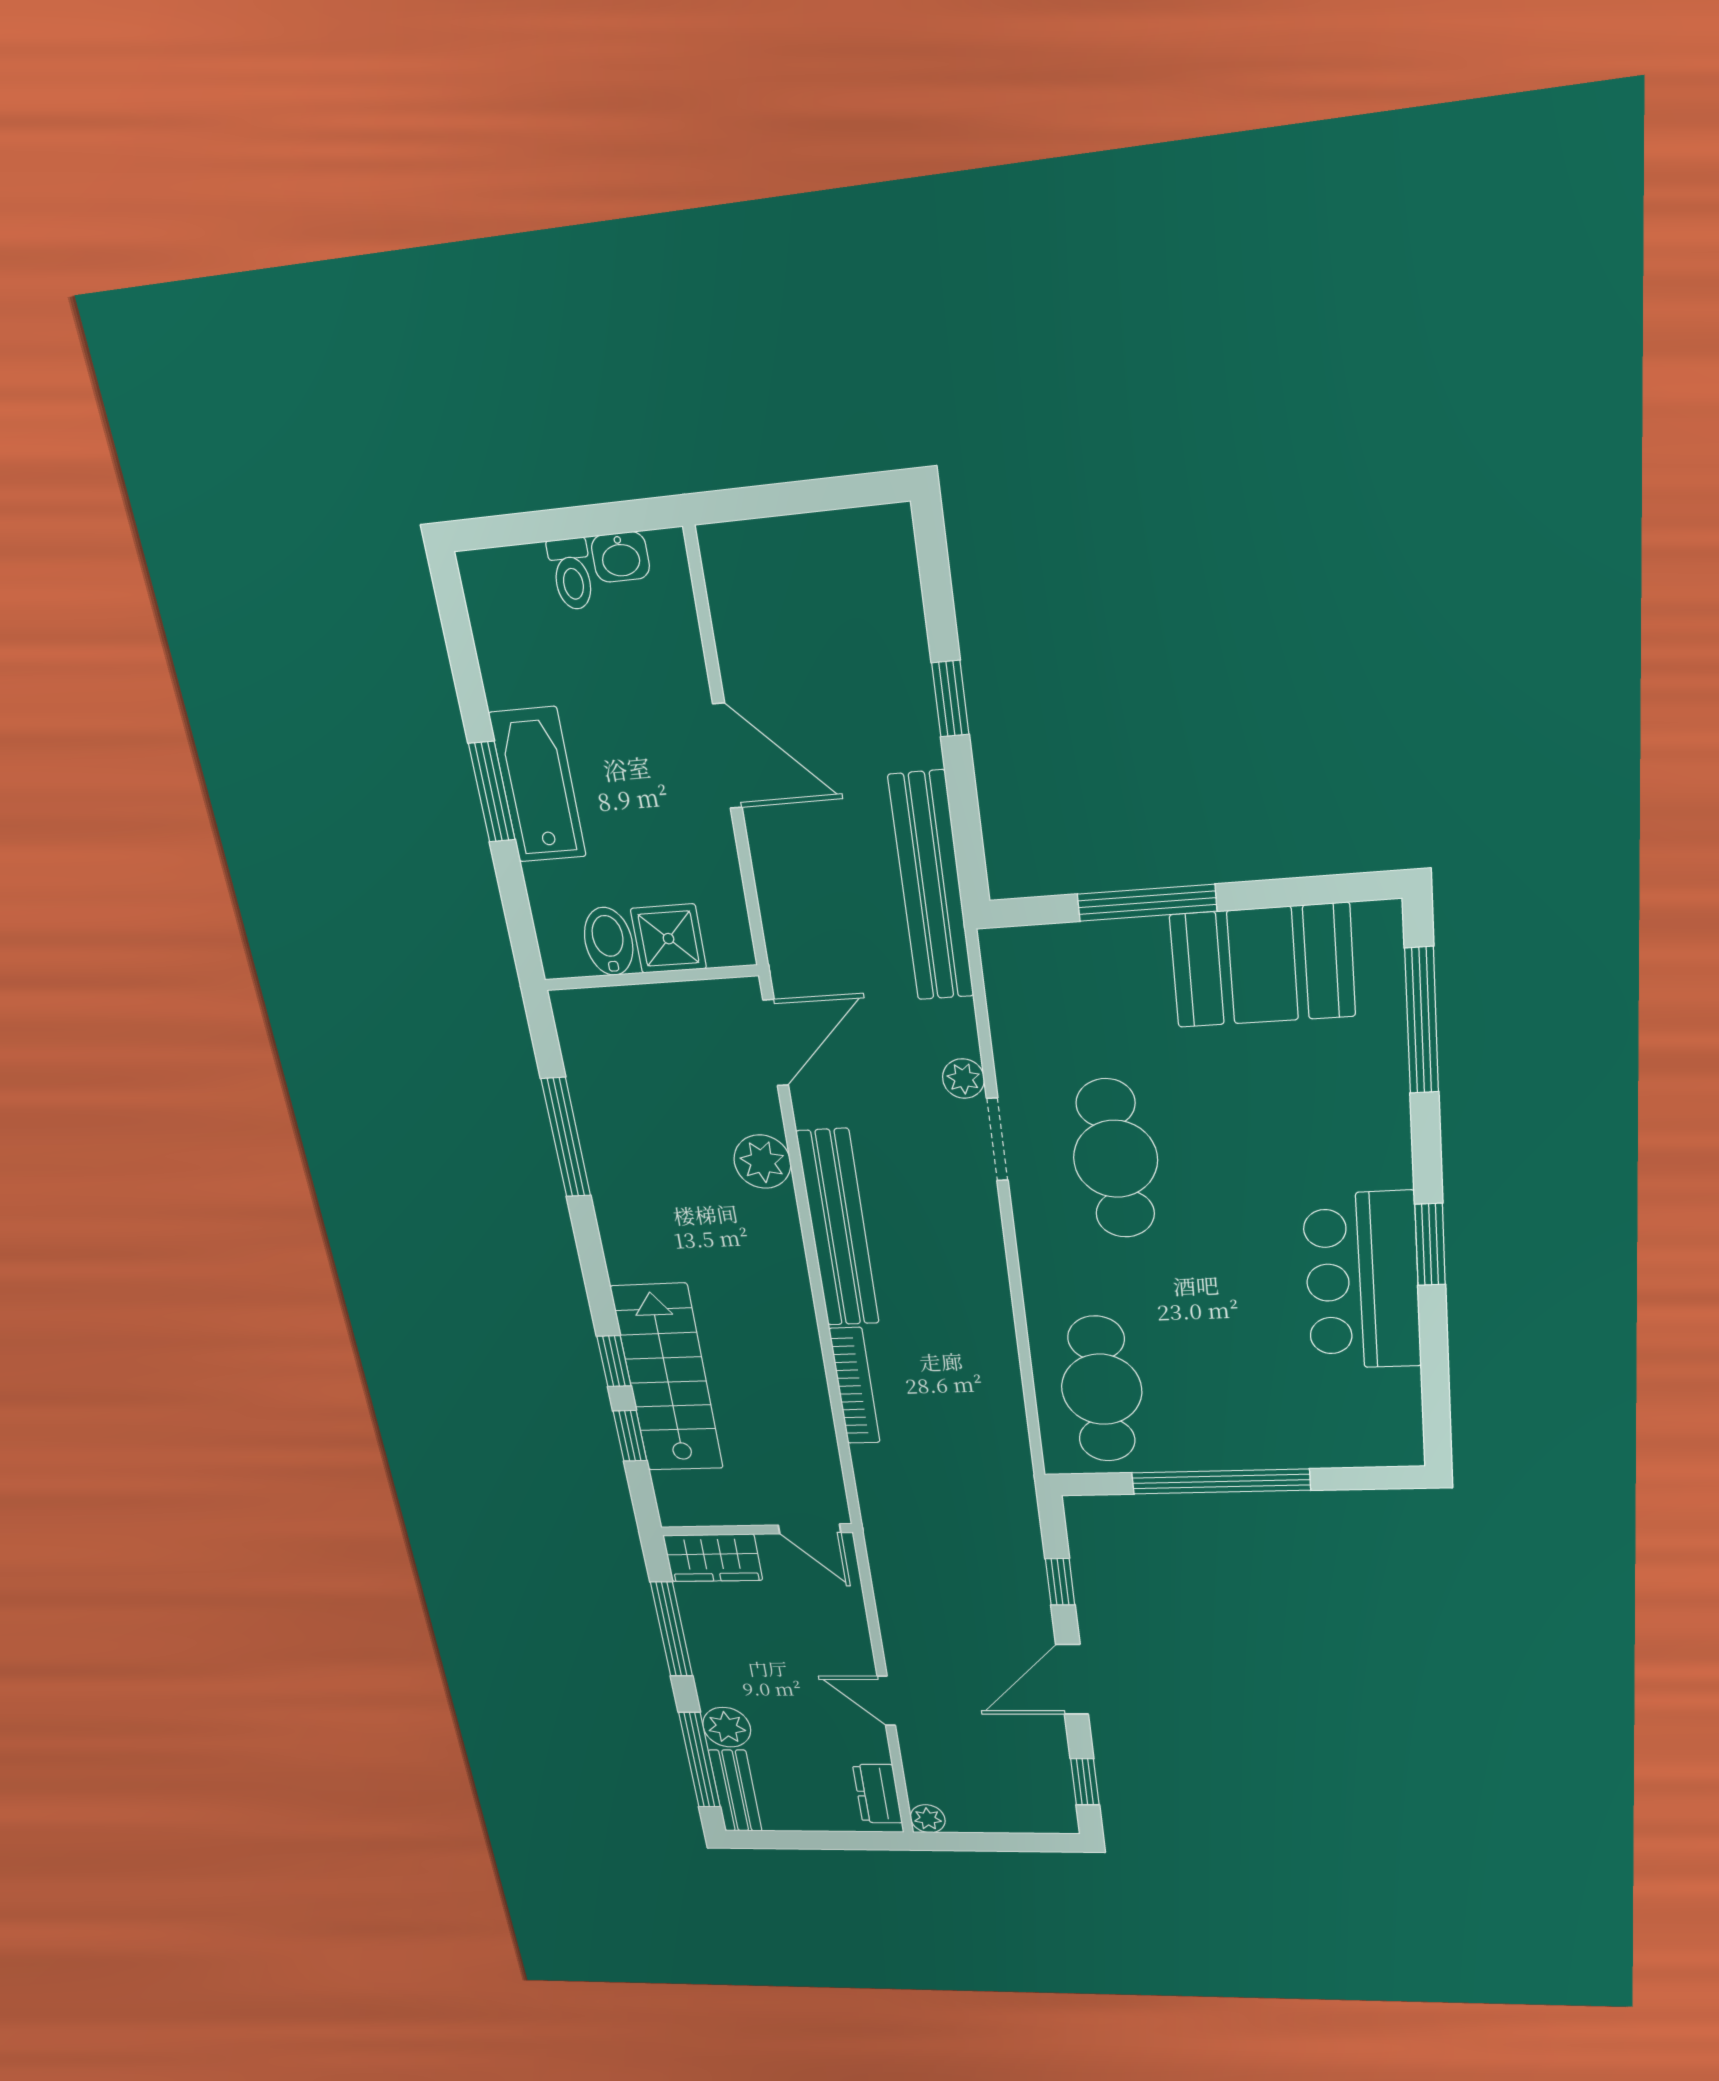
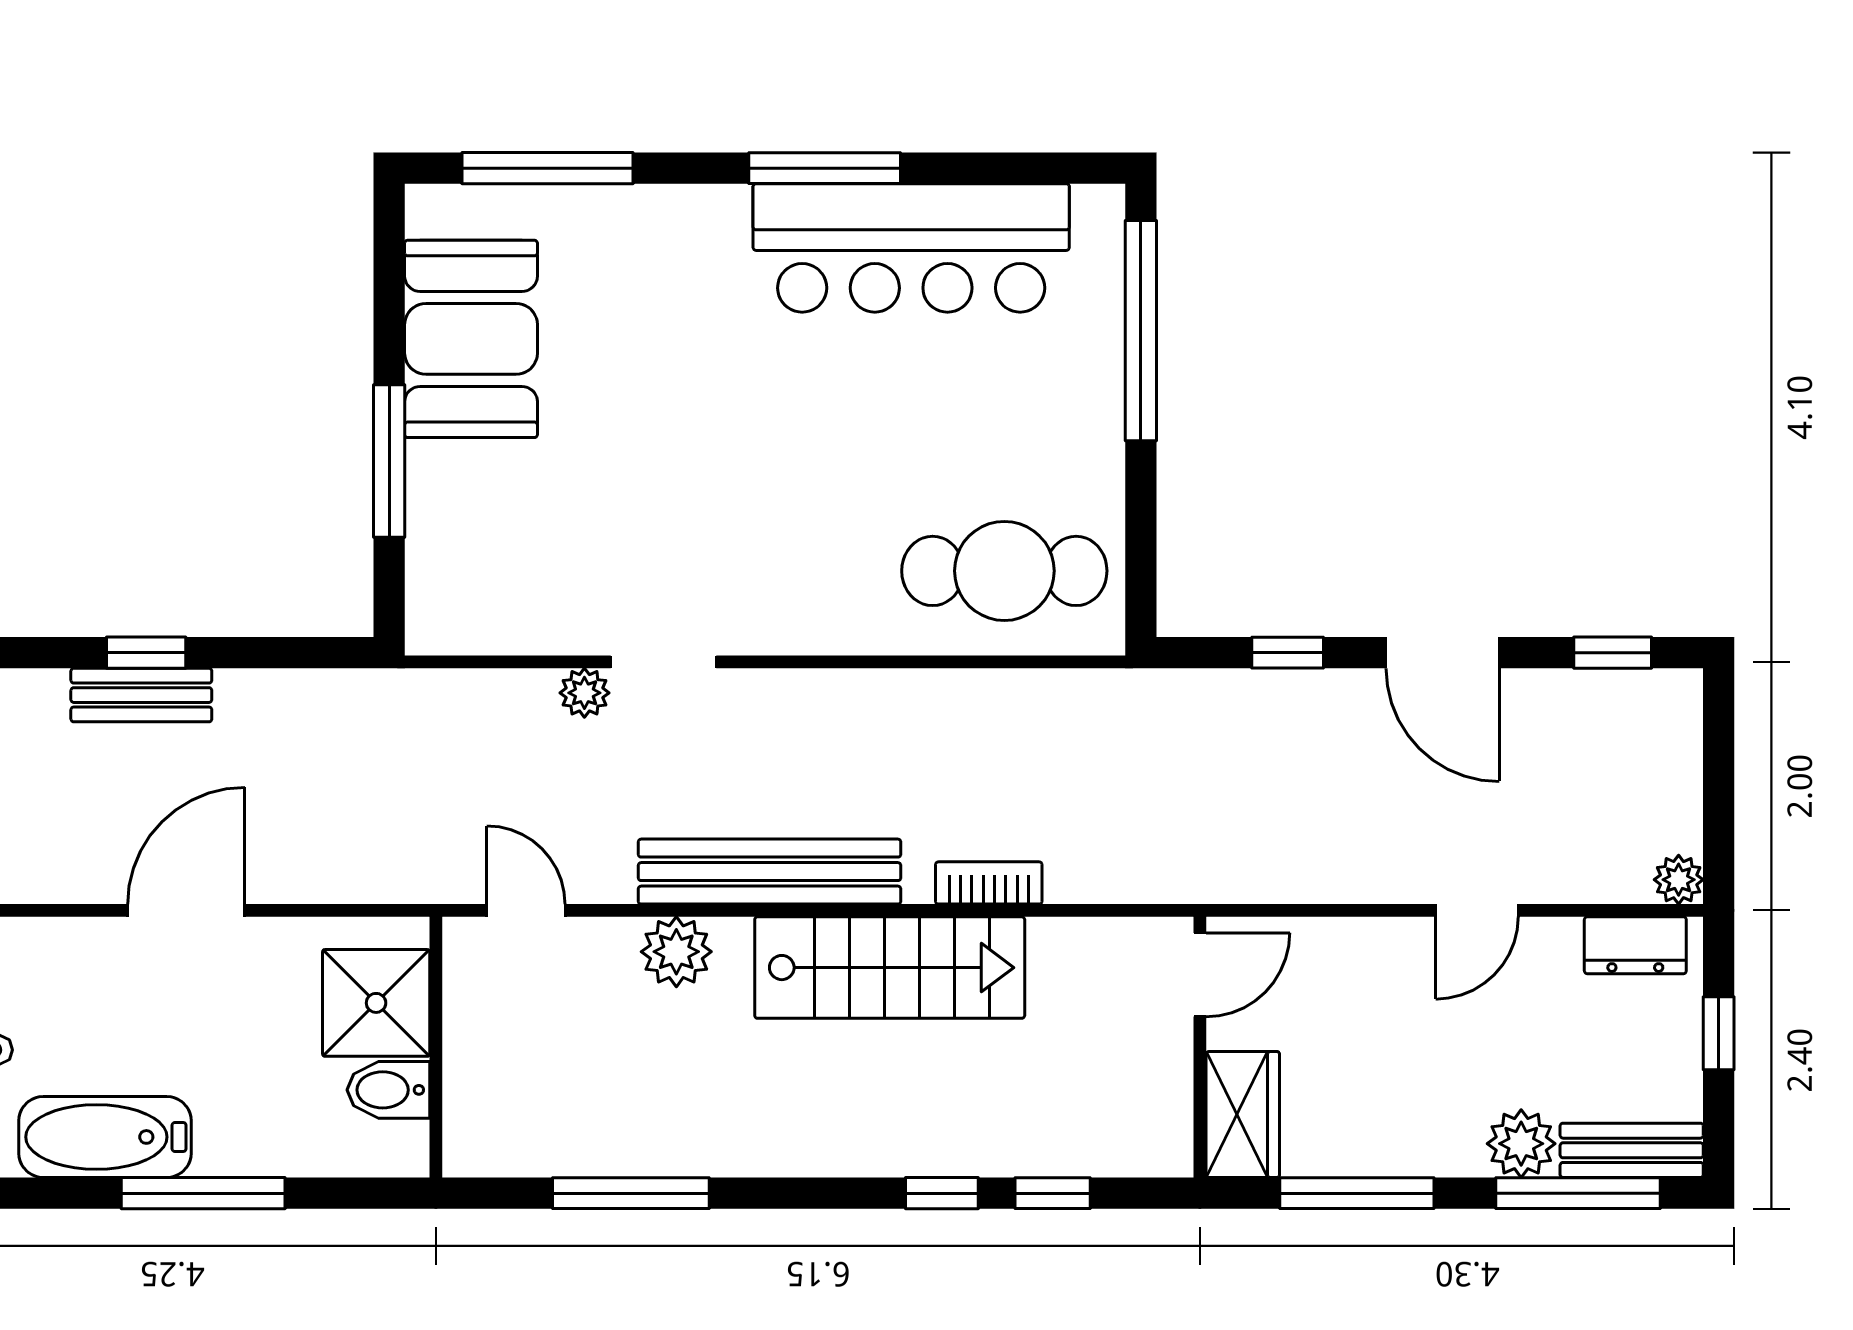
bathtub: (538, 785) -> (105, 1137), moved
window: (492, 792) -> (203, 1193), width x1.44
bench: (931, 887) -> (141, 695), moved, width x0.54, depth x0.82
shower: (668, 939) -> (376, 1003), width x1.36, depth x1.36
door: (776, 1043) -> (526, 910), width x0.73
cafe table: (1116, 1159) -> (696, 525), removed
window: (1430, 1245) -> (825, 168), width x1.44
bar counter: (1362, 1281) -> (911, 248), width x1.36
stairs: (667, 1378) -> (890, 968), moved, turned 180
bookcase: (855, 1386) -> (989, 883), width x0.64
window: (1221, 1481) -> (1141, 331), moved
window: (825, 1840) -> (1719, 1033), added

